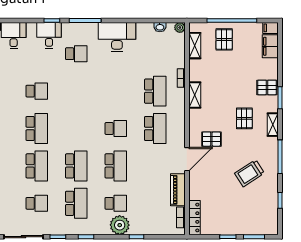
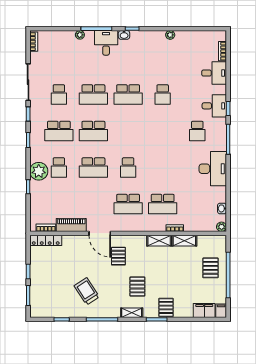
pallet: (224, 39) -> (210, 268), turned 90
shelving: (195, 46) -> (184, 241), moved
pallet: (244, 118) -> (137, 287), turned 90

